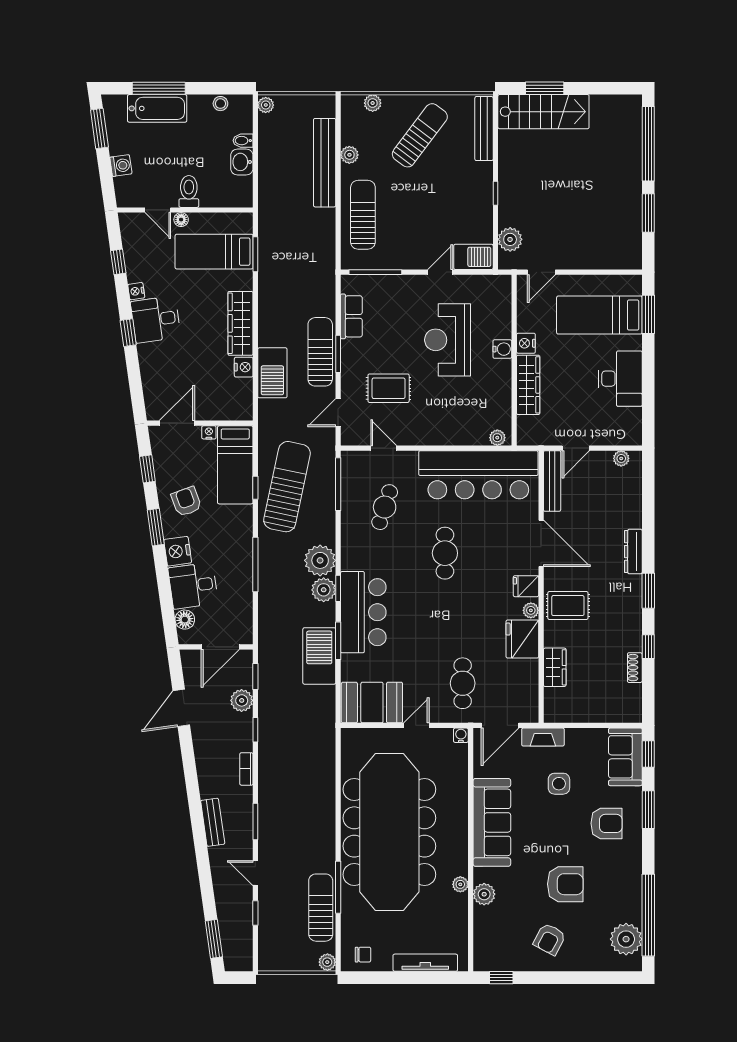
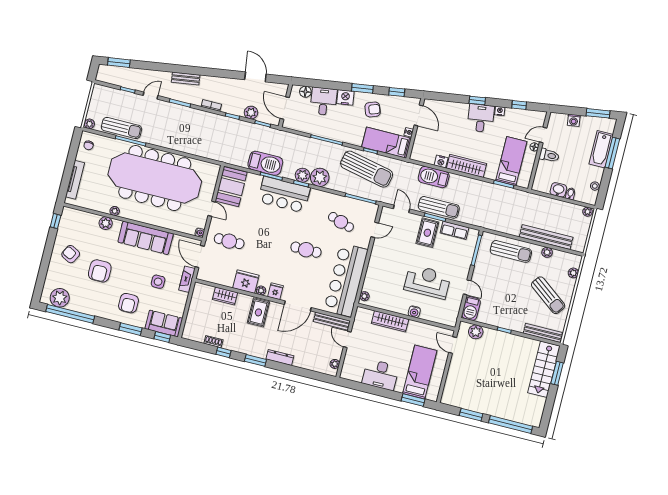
nightstand: (526, 343) -> (414, 326), removed
rug: (389, 388) -> (427, 233), moved

